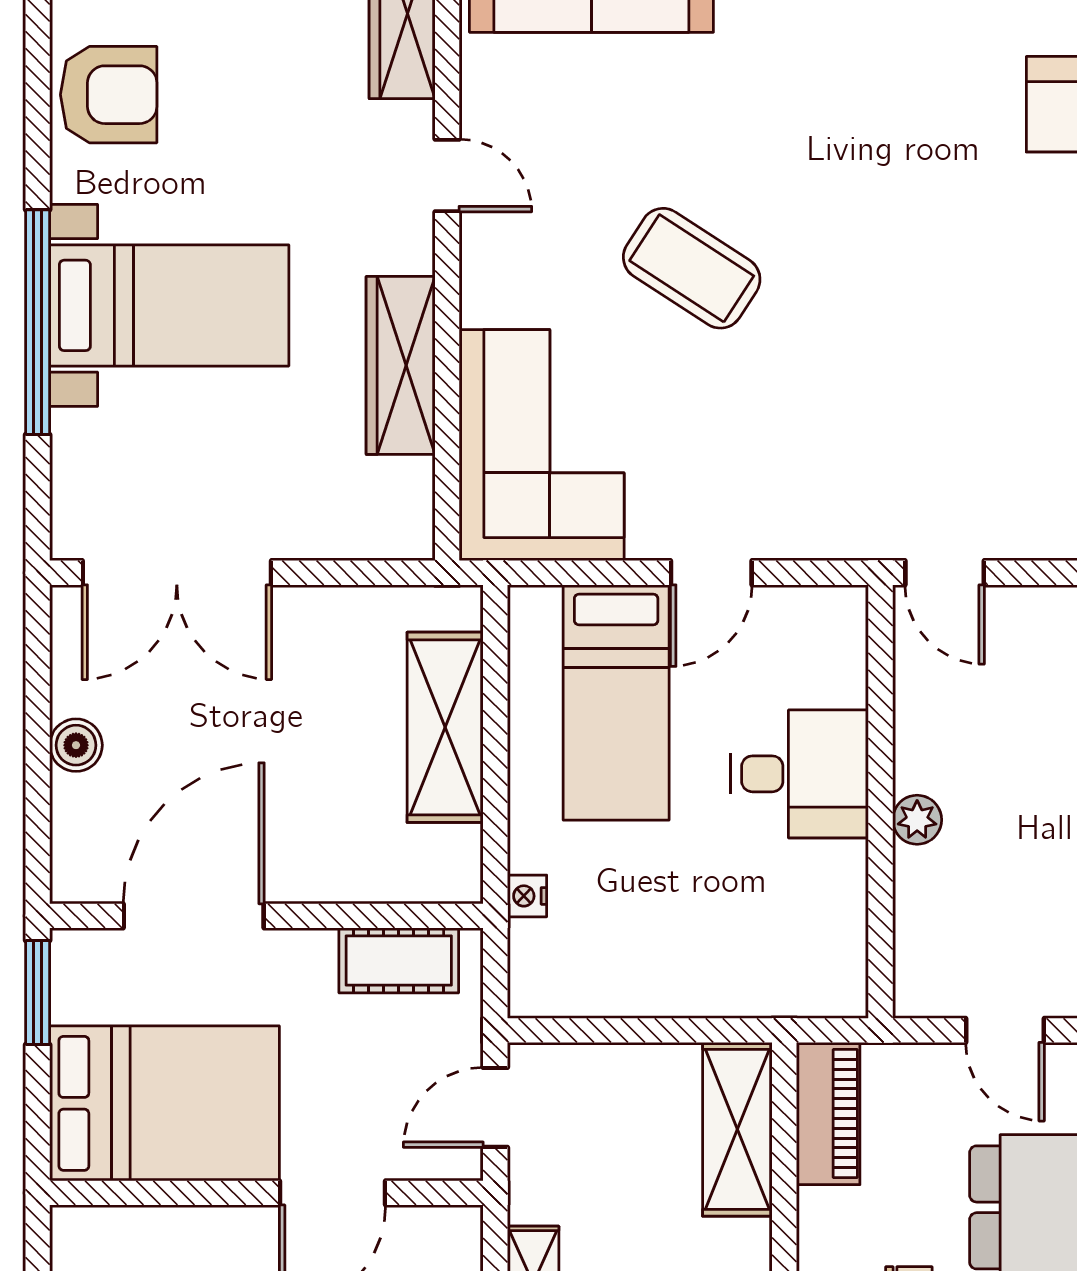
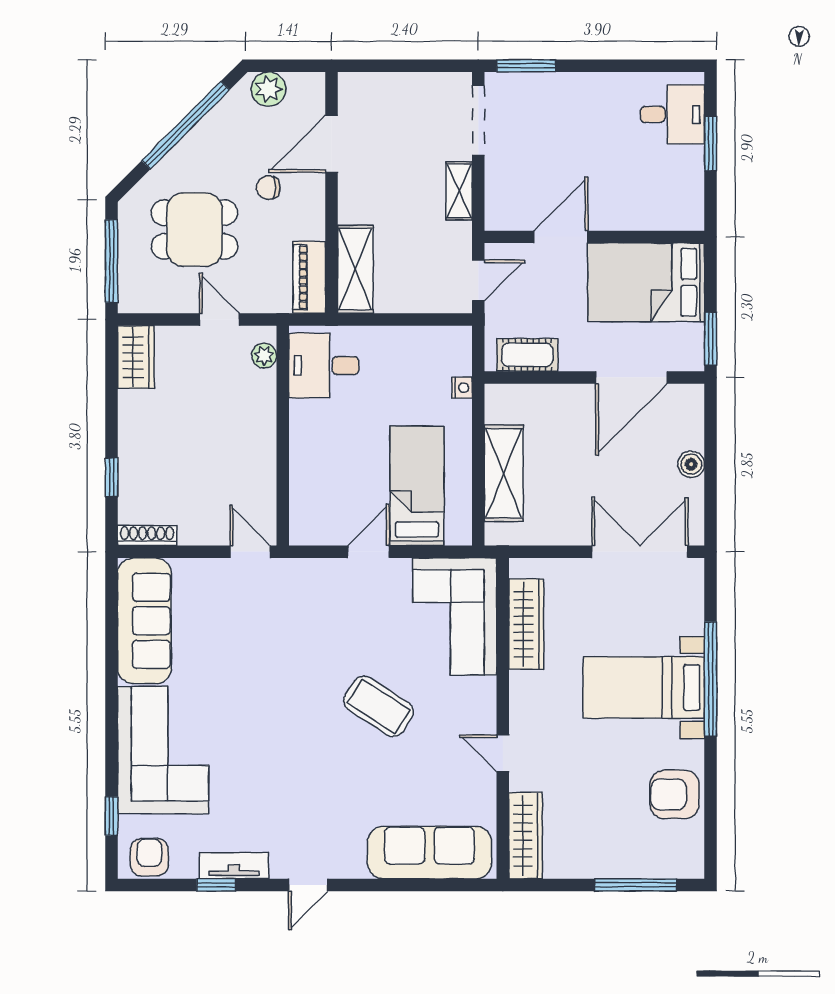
wardrobe: (401, 365) -> (526, 624), moved
desk: (800, 774) -> (324, 366), moved
plant: (917, 820) -> (264, 356), moved

